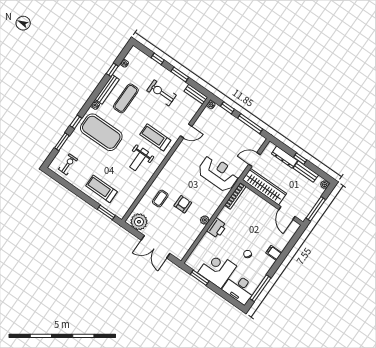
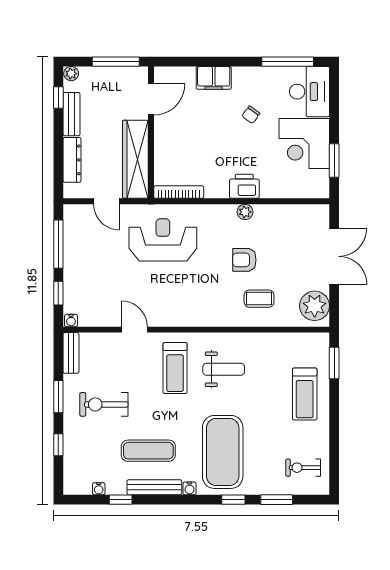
exercise bike: (161, 93) -> (104, 404), turned 90
window: (300, 159) -> (58, 98), moved
reception desk: (218, 173) -> (163, 240), turned 90
filing cabinet: (274, 253) -> (214, 78), width x2.00

